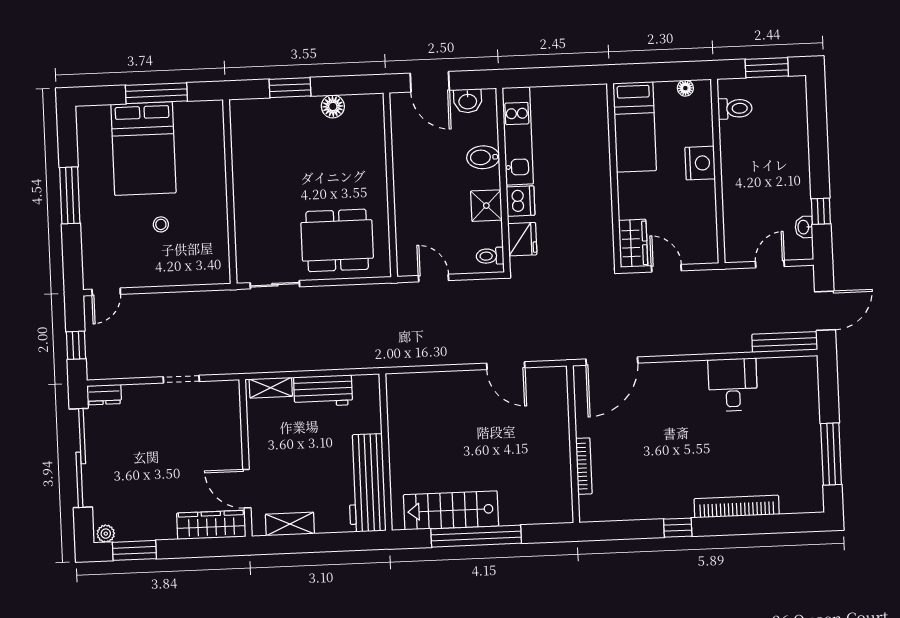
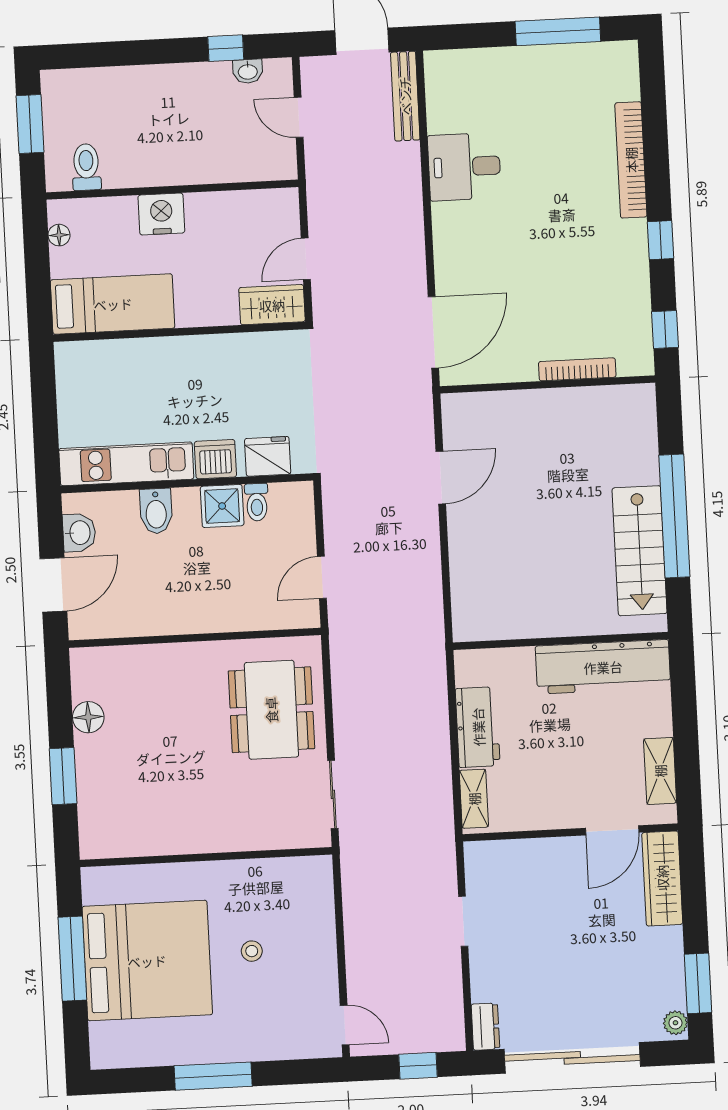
bed: (143, 149) -> (147, 961), width x1.36
toilet: (490, 256) -> (257, 502), moved
door: (612, 361) -> (433, 332), hinge flipped
window: (613, 530) -> (665, 329), added

